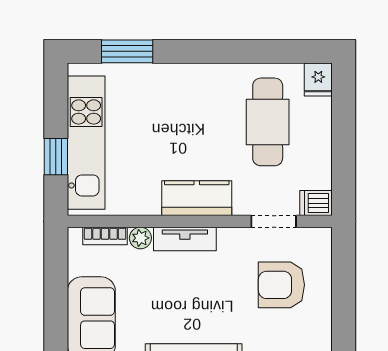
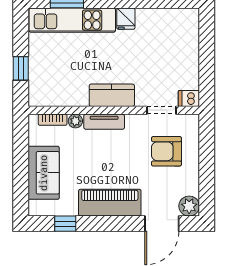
fridge: (318, 80) -> (126, 19), moved
cafe table: (268, 122) -> (158, 46), removed
kitchen unit: (86, 143) -> (72, 20), moved, turned 90

